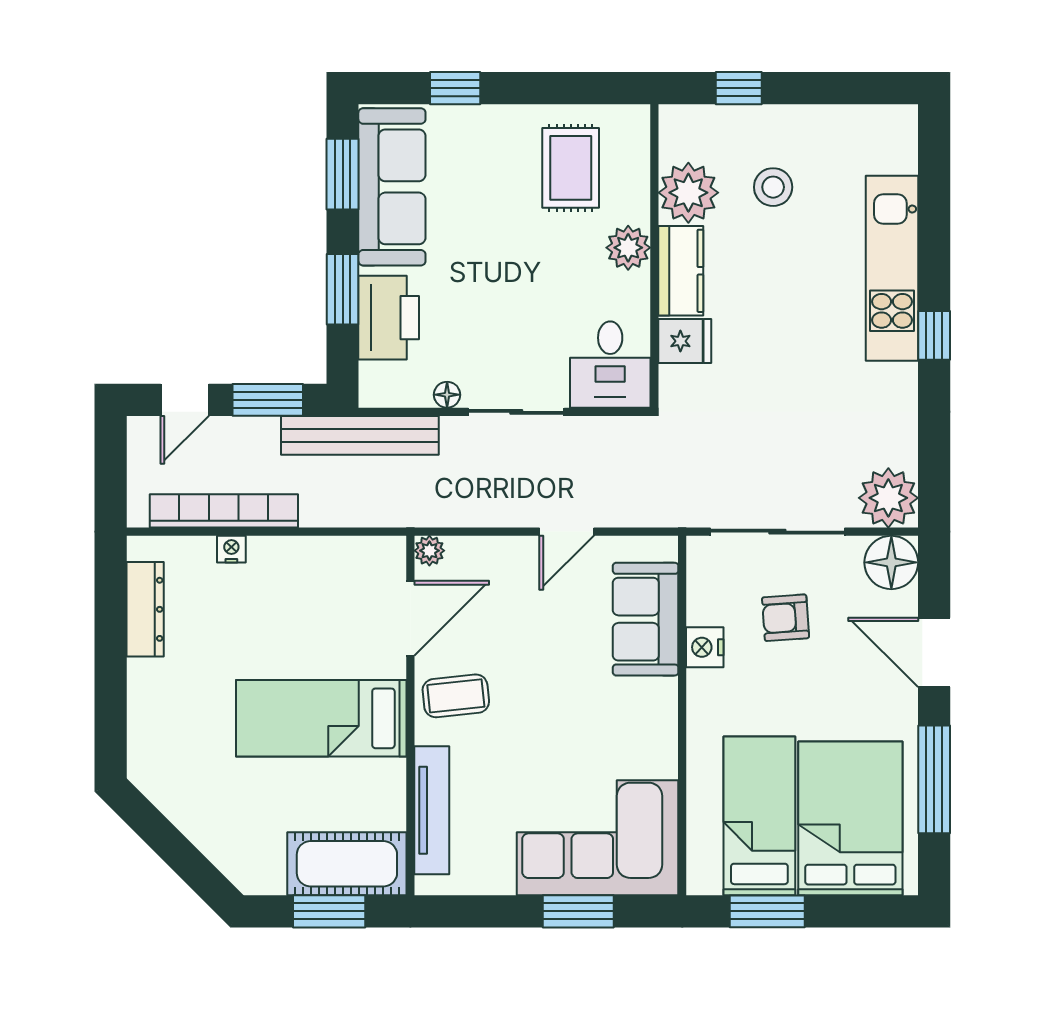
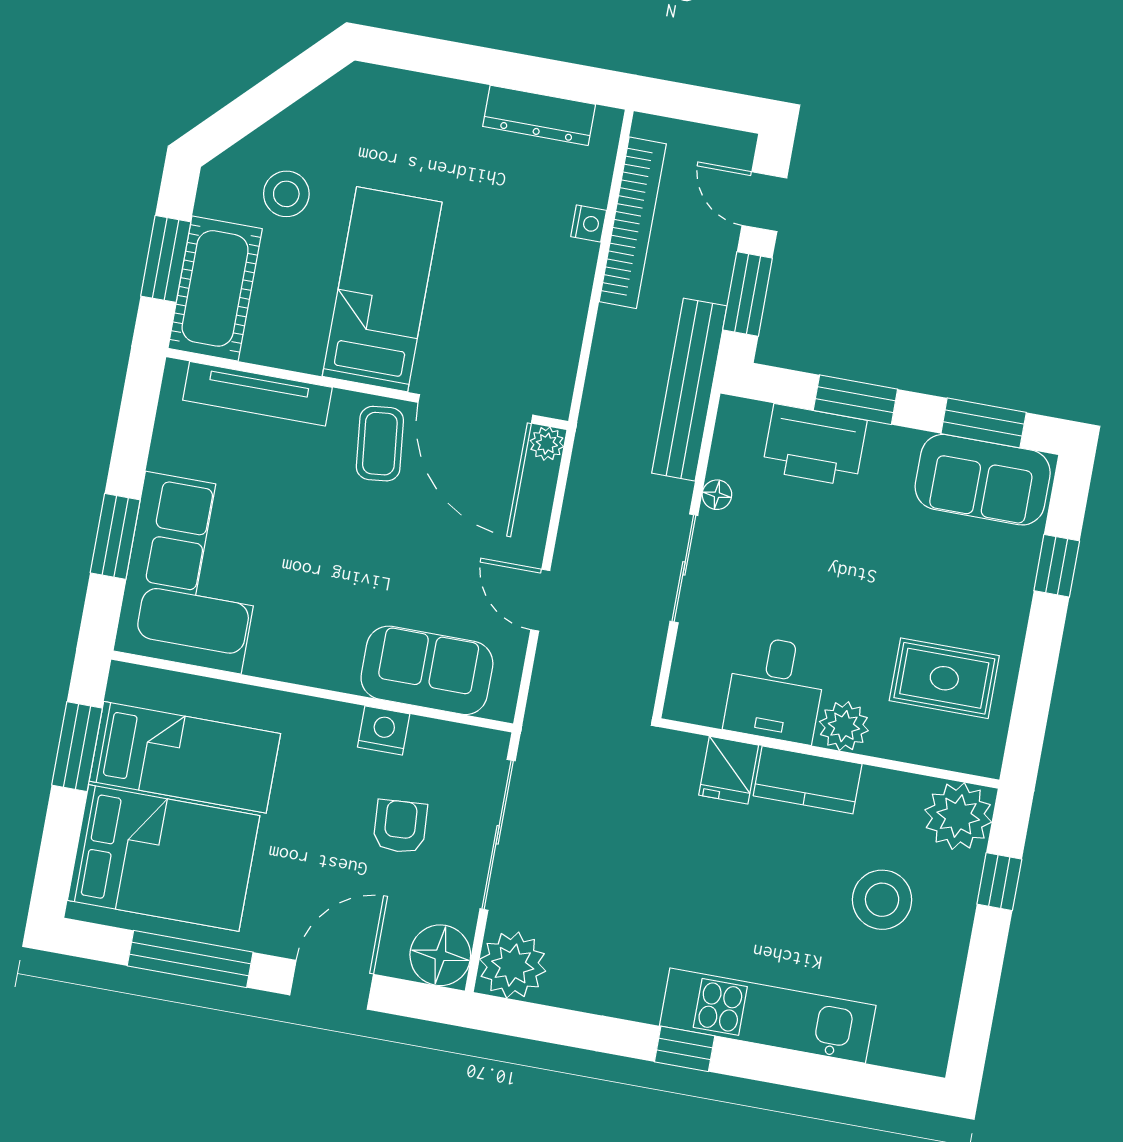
sofa: (392, 187) -> (983, 480), width x0.73
stool: (773, 187) -> (882, 900), width x1.38, depth x1.38
plant: (688, 193) -> (958, 816), moved
desk: (610, 365) -> (775, 689), moved, turned -90
door: (410, 618) -> (475, 409), width x1.36
stool: (253, 817) -> (286, 194), added

